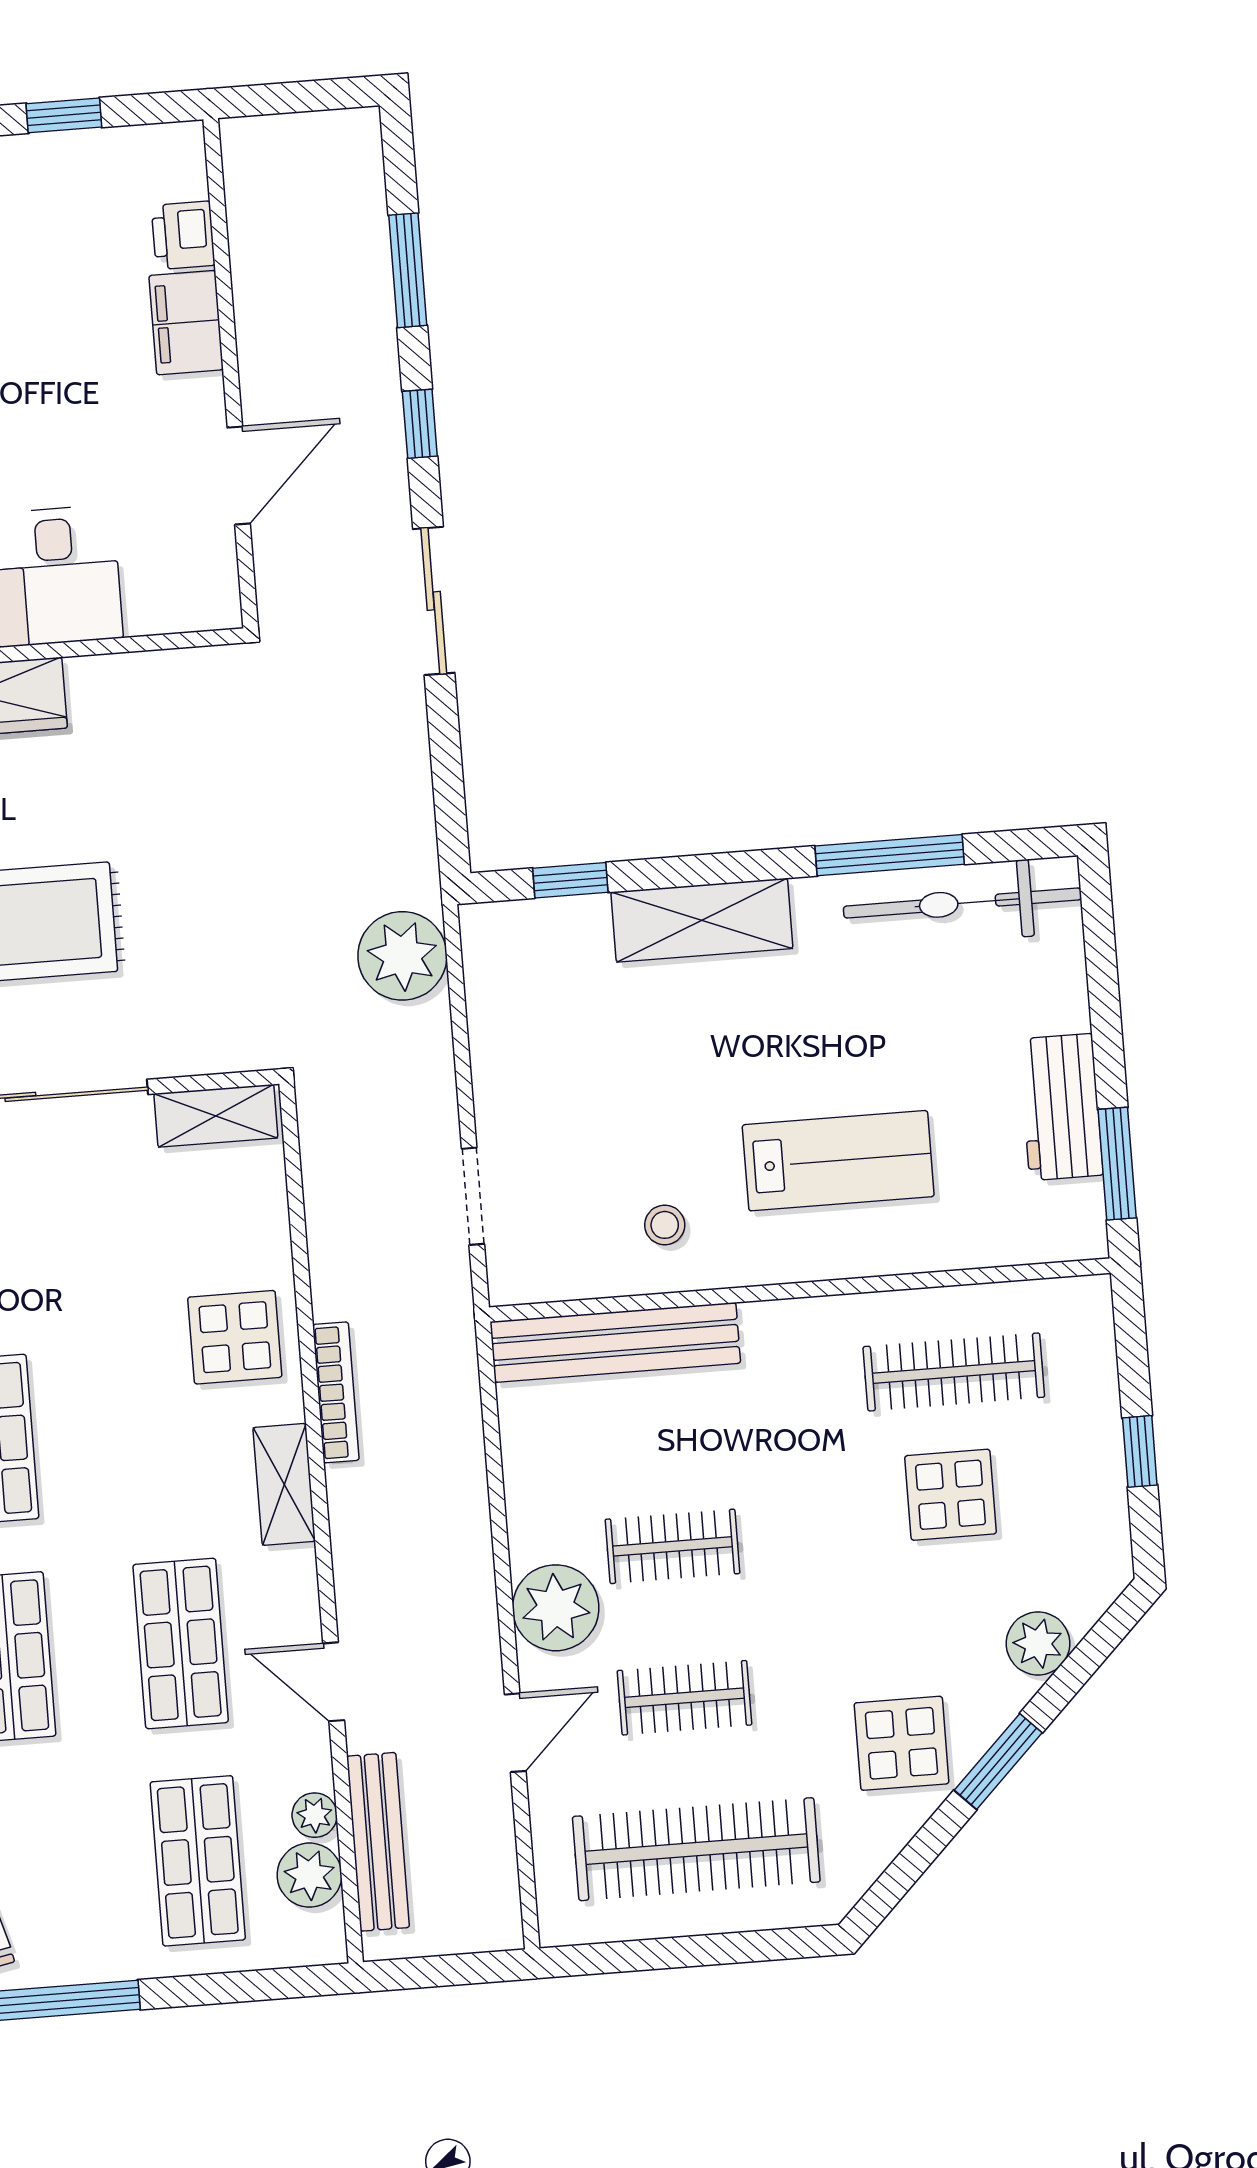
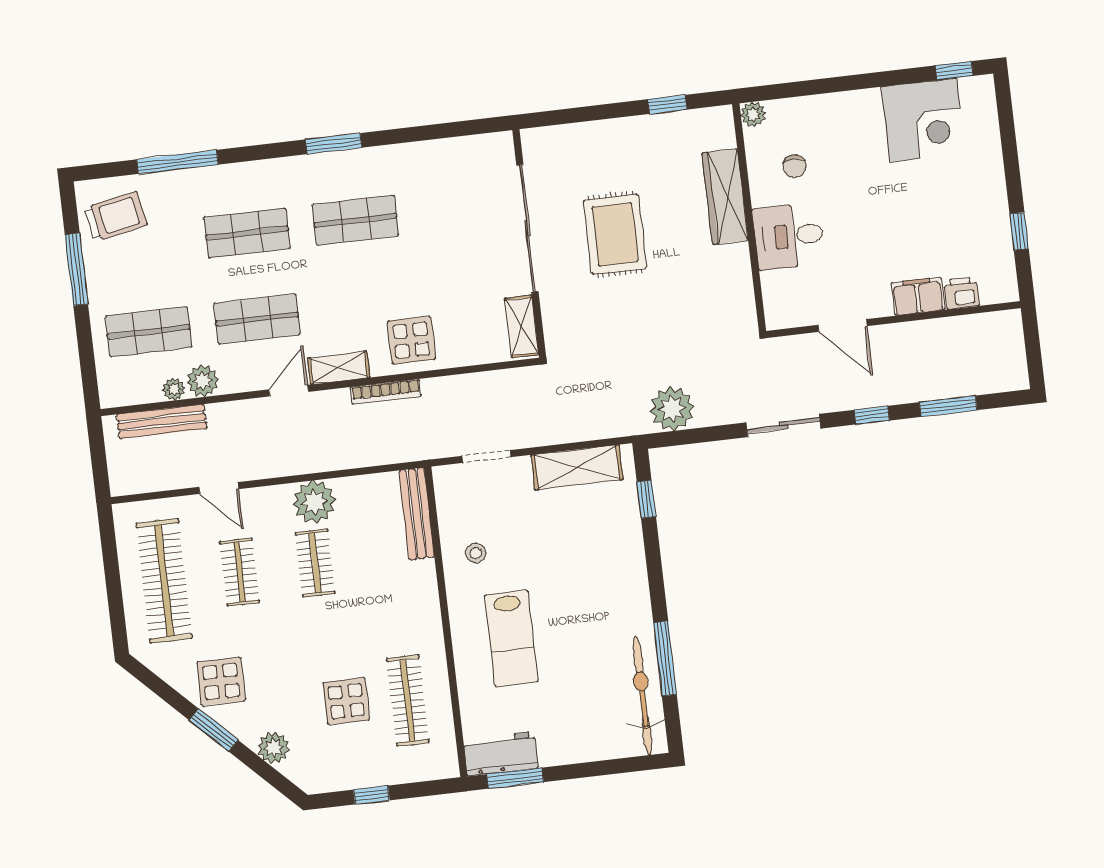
shelving: (702, 920) -> (577, 467), moved, turned 90
plant: (402, 956) -> (672, 409), moved
workbench: (1061, 1107) -> (501, 754), moved
bench: (615, 1342) -> (417, 514), width x0.73, depth x0.82
plant: (556, 1608) -> (314, 502), moved
door: (334, 1682) -> (289, 391), moved
plant: (309, 1875) -> (203, 381), moved

